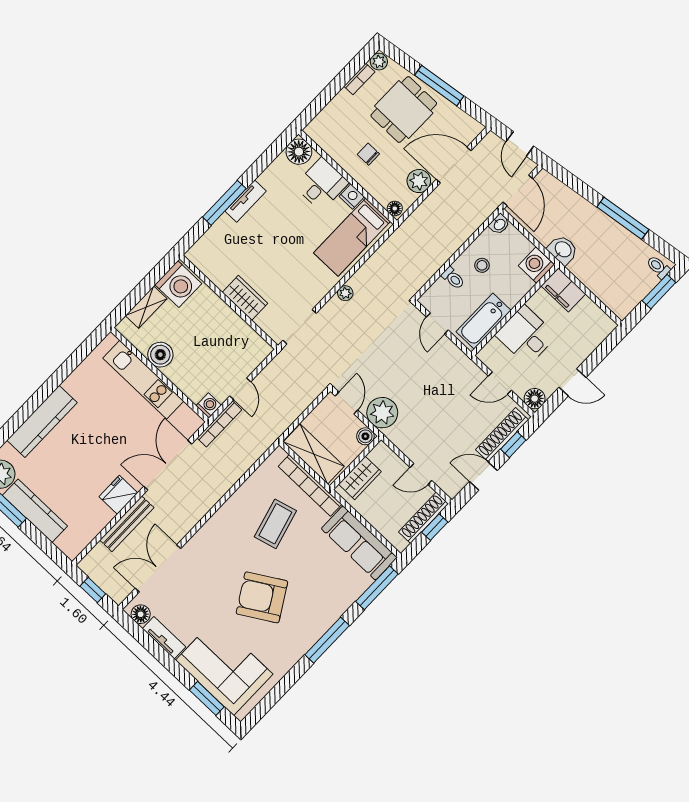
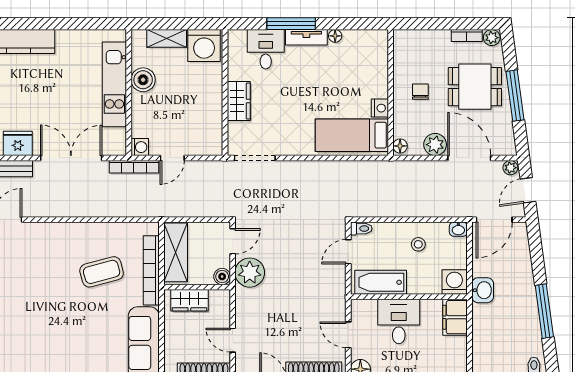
floor lamp: (299, 152) -> (335, 36), moved, width x0.53, depth x0.53
desk: (322, 184) -> (266, 49), moved, turned -90
toilet: (453, 278) -> (361, 229), moved, turned -90
plant: (345, 293) -> (510, 168), moved
armchair: (262, 597) -> (42, 311), removed

